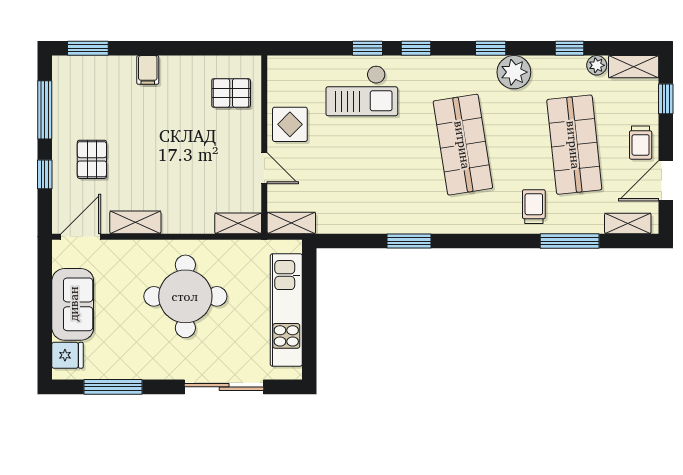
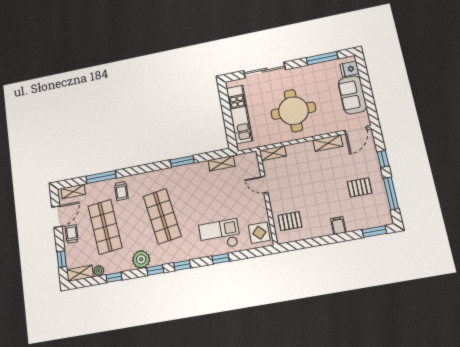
window: (416, 48) -> (182, 265), moved
display table: (290, 124) -> (259, 233), moved
pallet: (92, 159) -> (360, 187), moved, turned 90
shelving: (291, 223) -> (222, 163), moved

